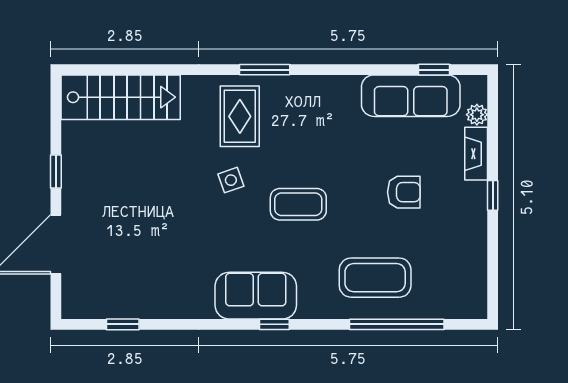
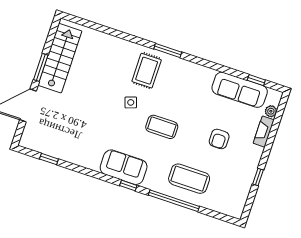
stairs: (121, 97) -> (60, 58), moved, turned -90
window: (56, 172) -> (41, 67), width x1.50
armchair: (404, 192) -> (219, 139), turned 90
window: (493, 195) -> (258, 177), moved
window: (397, 324) -> (174, 201), moved

